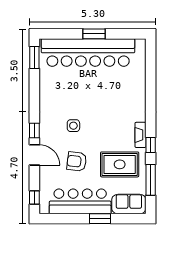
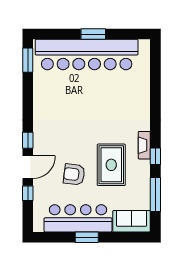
side table: (73, 126) -> (71, 135), removed
door: (34, 155) -> (28, 167), hinge flipped
rug: (120, 164) -> (111, 165), moved, turned 90
window: (34, 197) -> (28, 193), moved
window: (100, 219) -> (87, 237), moved

